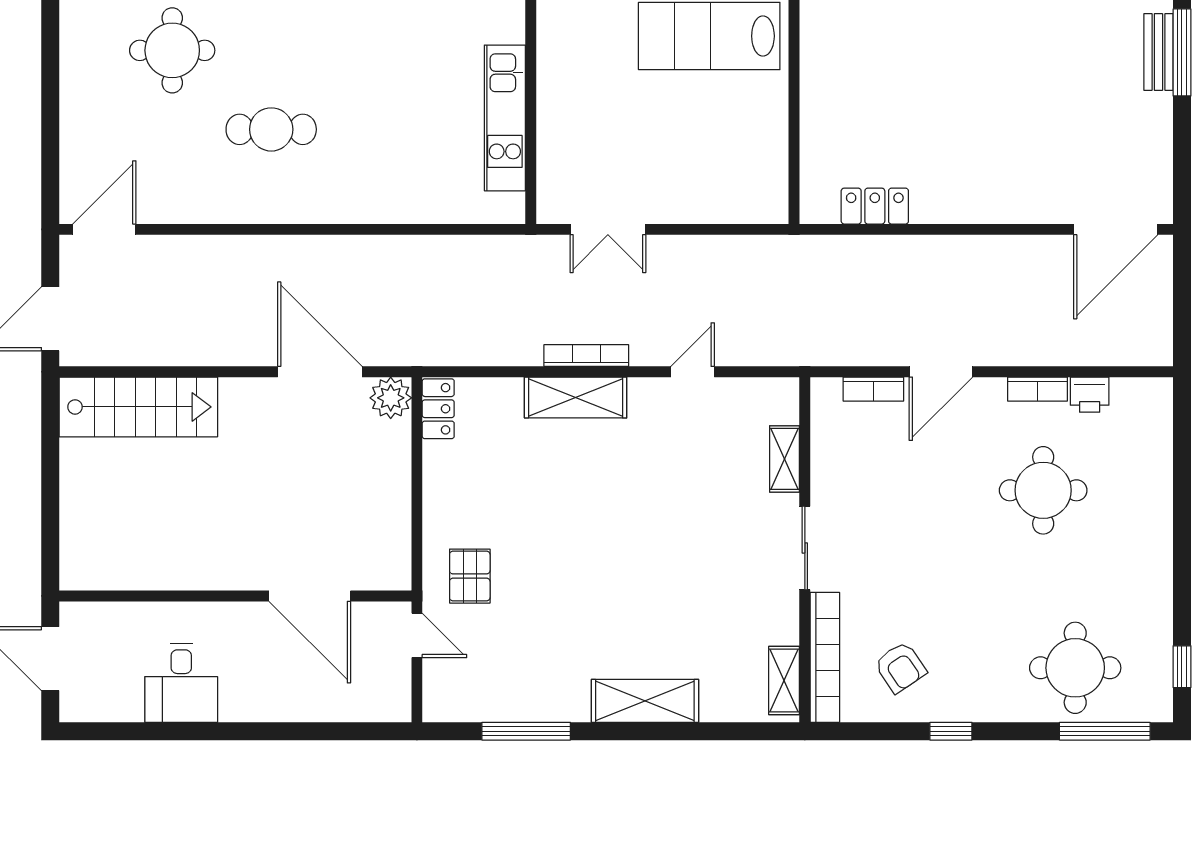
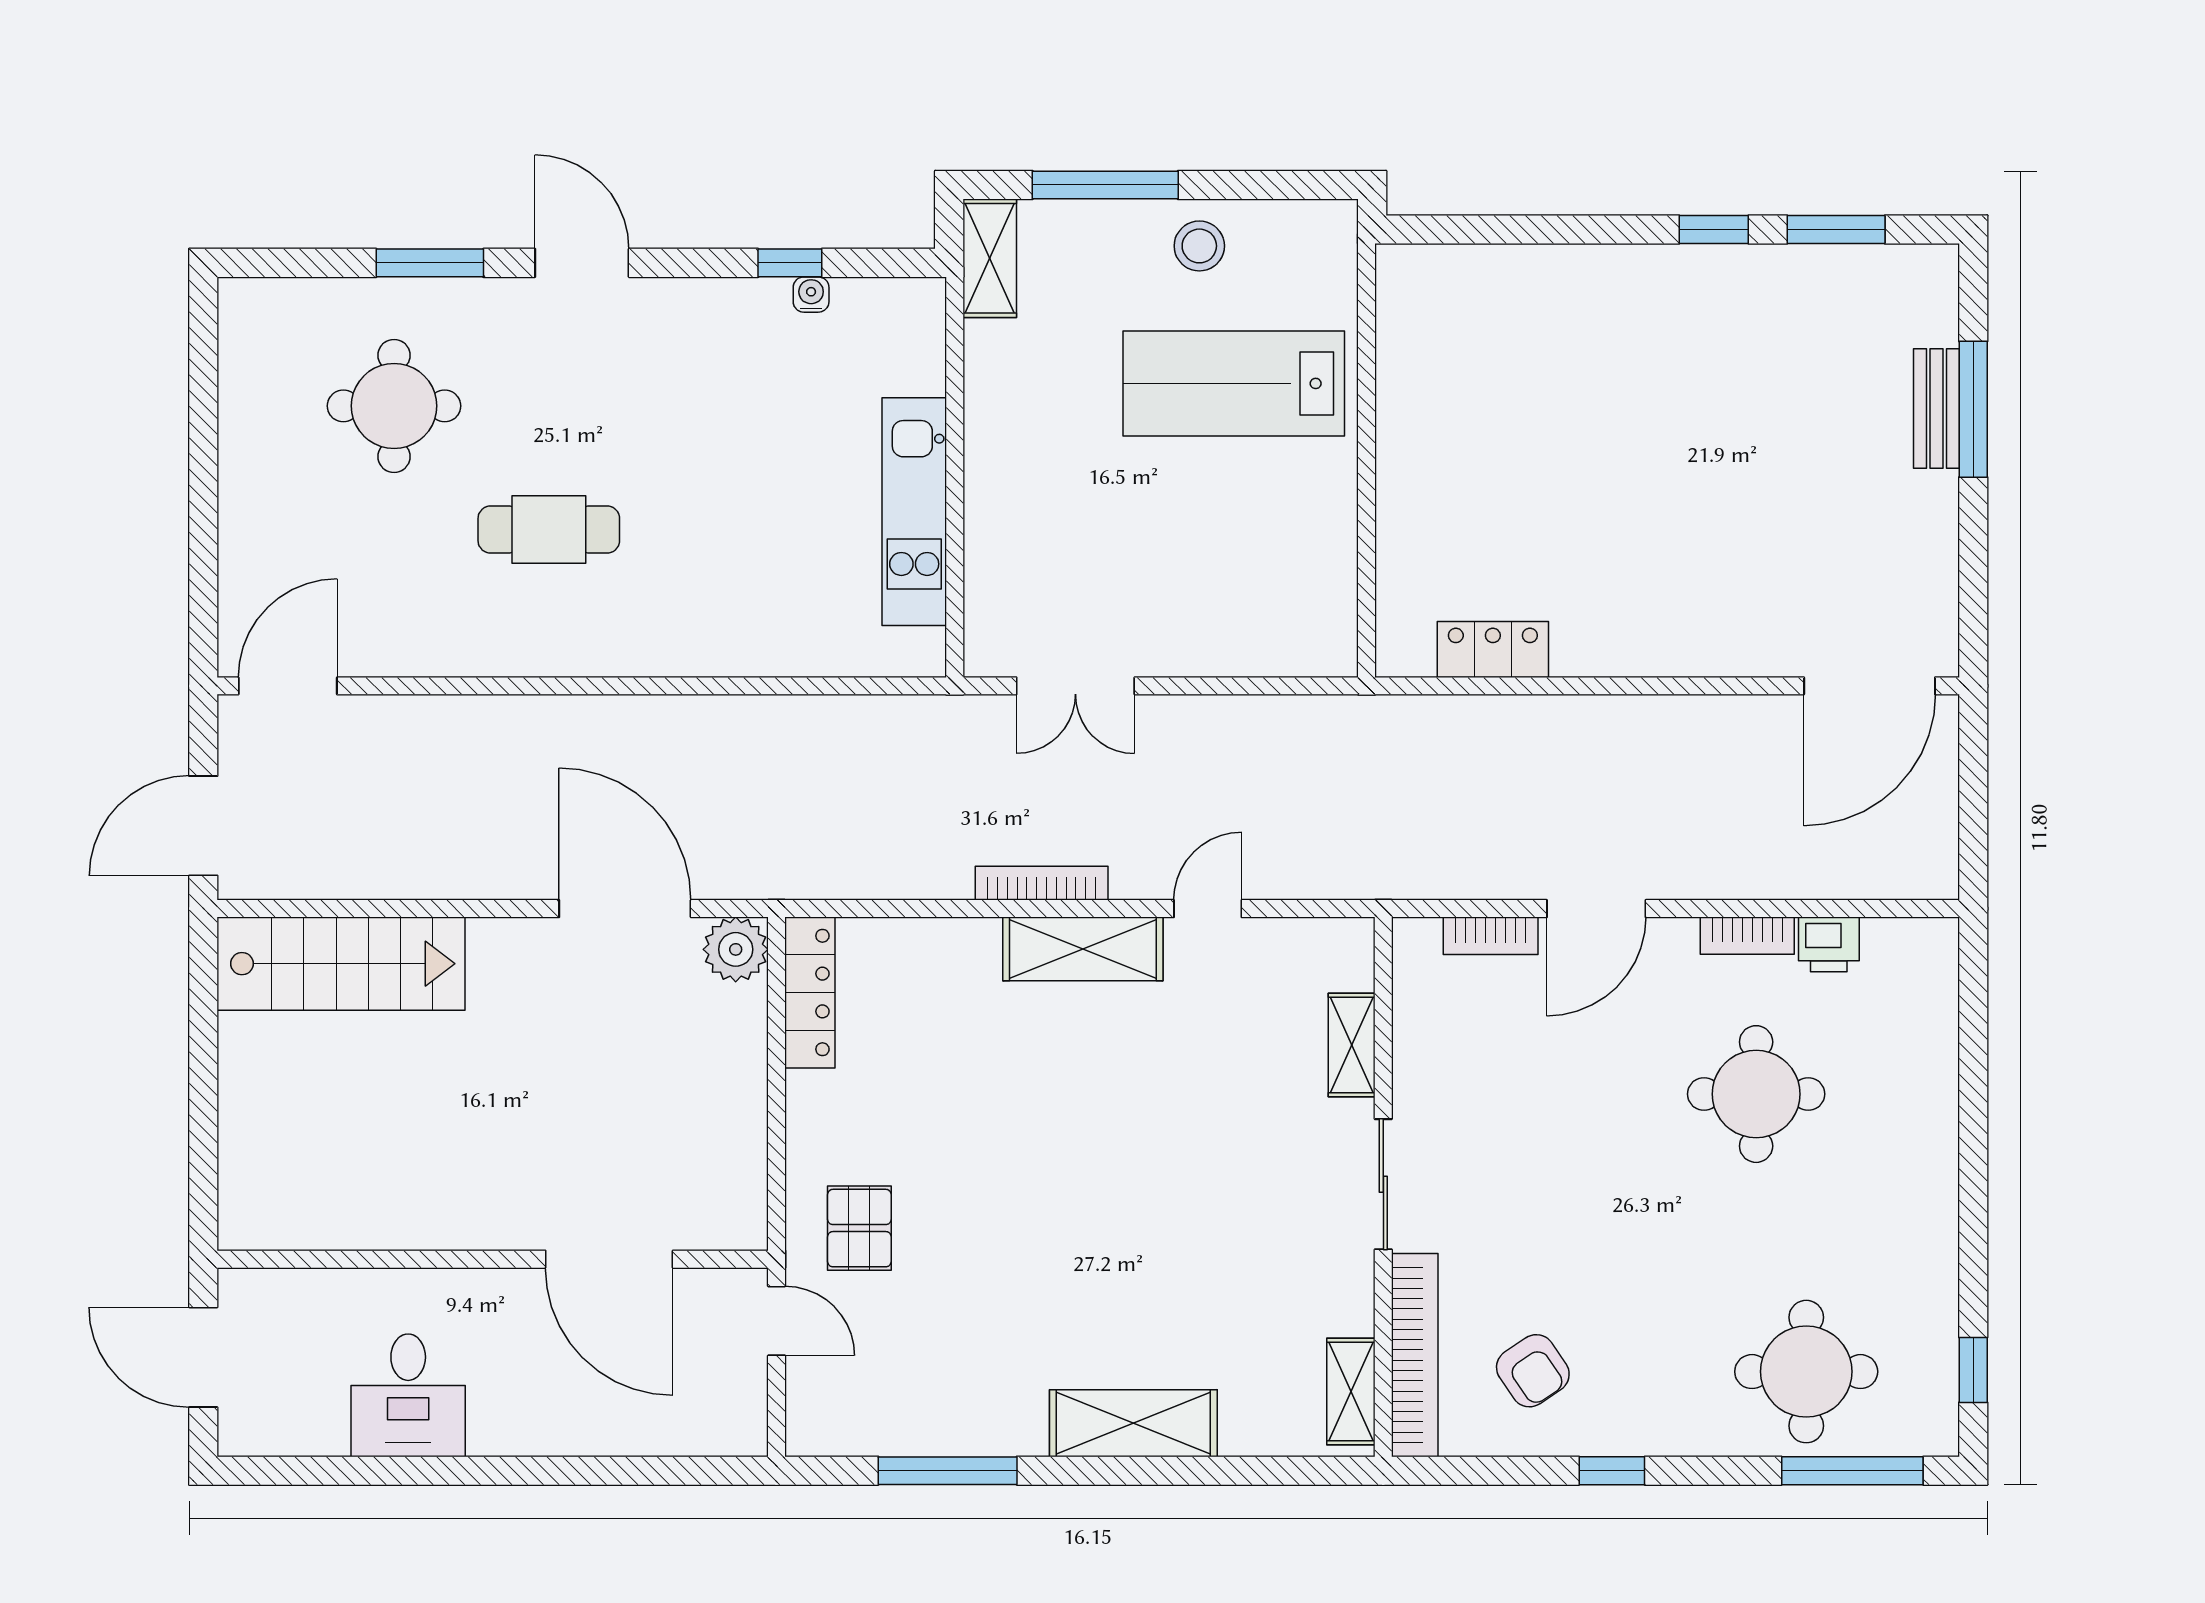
shelving: (576, 398) -> (1083, 949), moved
locker: (438, 409) -> (810, 993), width x1.53

